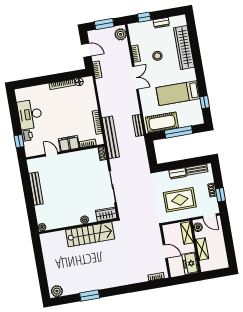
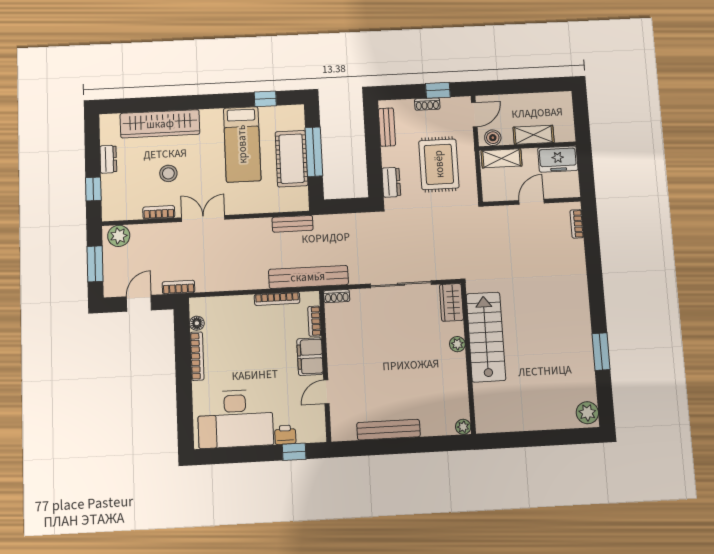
desk: (30, 114) -> (235, 419), width x1.36, depth x1.30
cot: (162, 122) -> (292, 159), moved
dresser: (178, 173) -> (391, 182), moved

